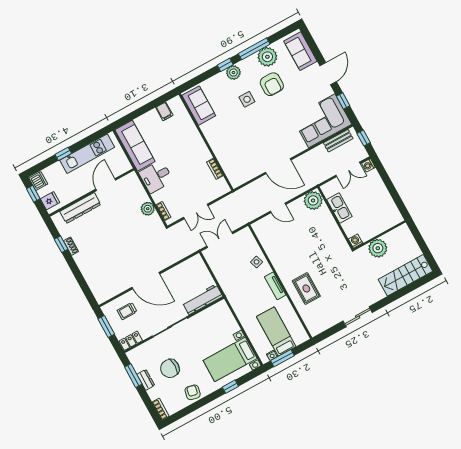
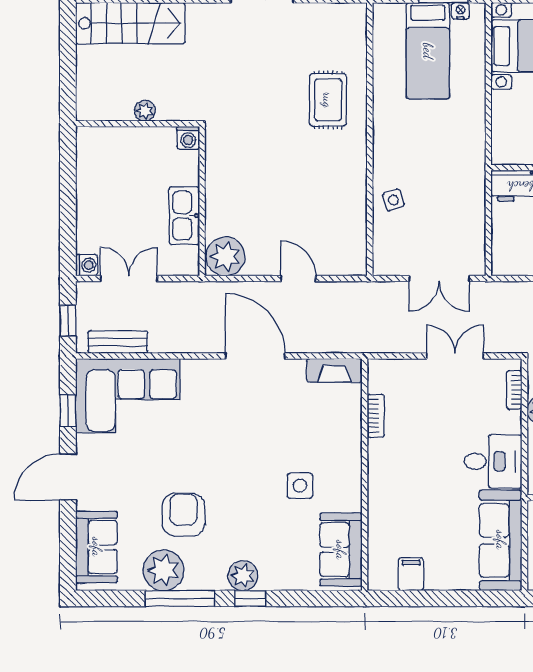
side table: (247, 99) -> (300, 486), moved
fireplace: (242, 178) -> (334, 370), added
plant: (378, 248) -> (145, 111), width x0.53, depth x0.53
tv unit: (275, 286) -> (383, 137), removed

